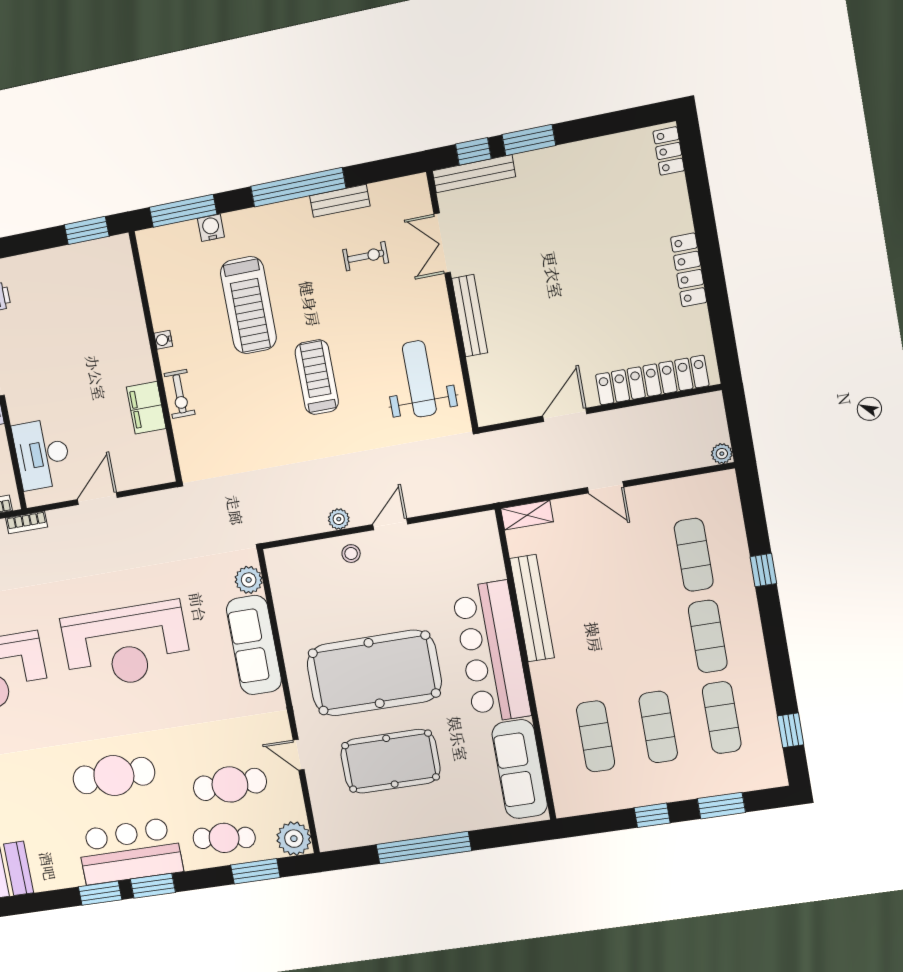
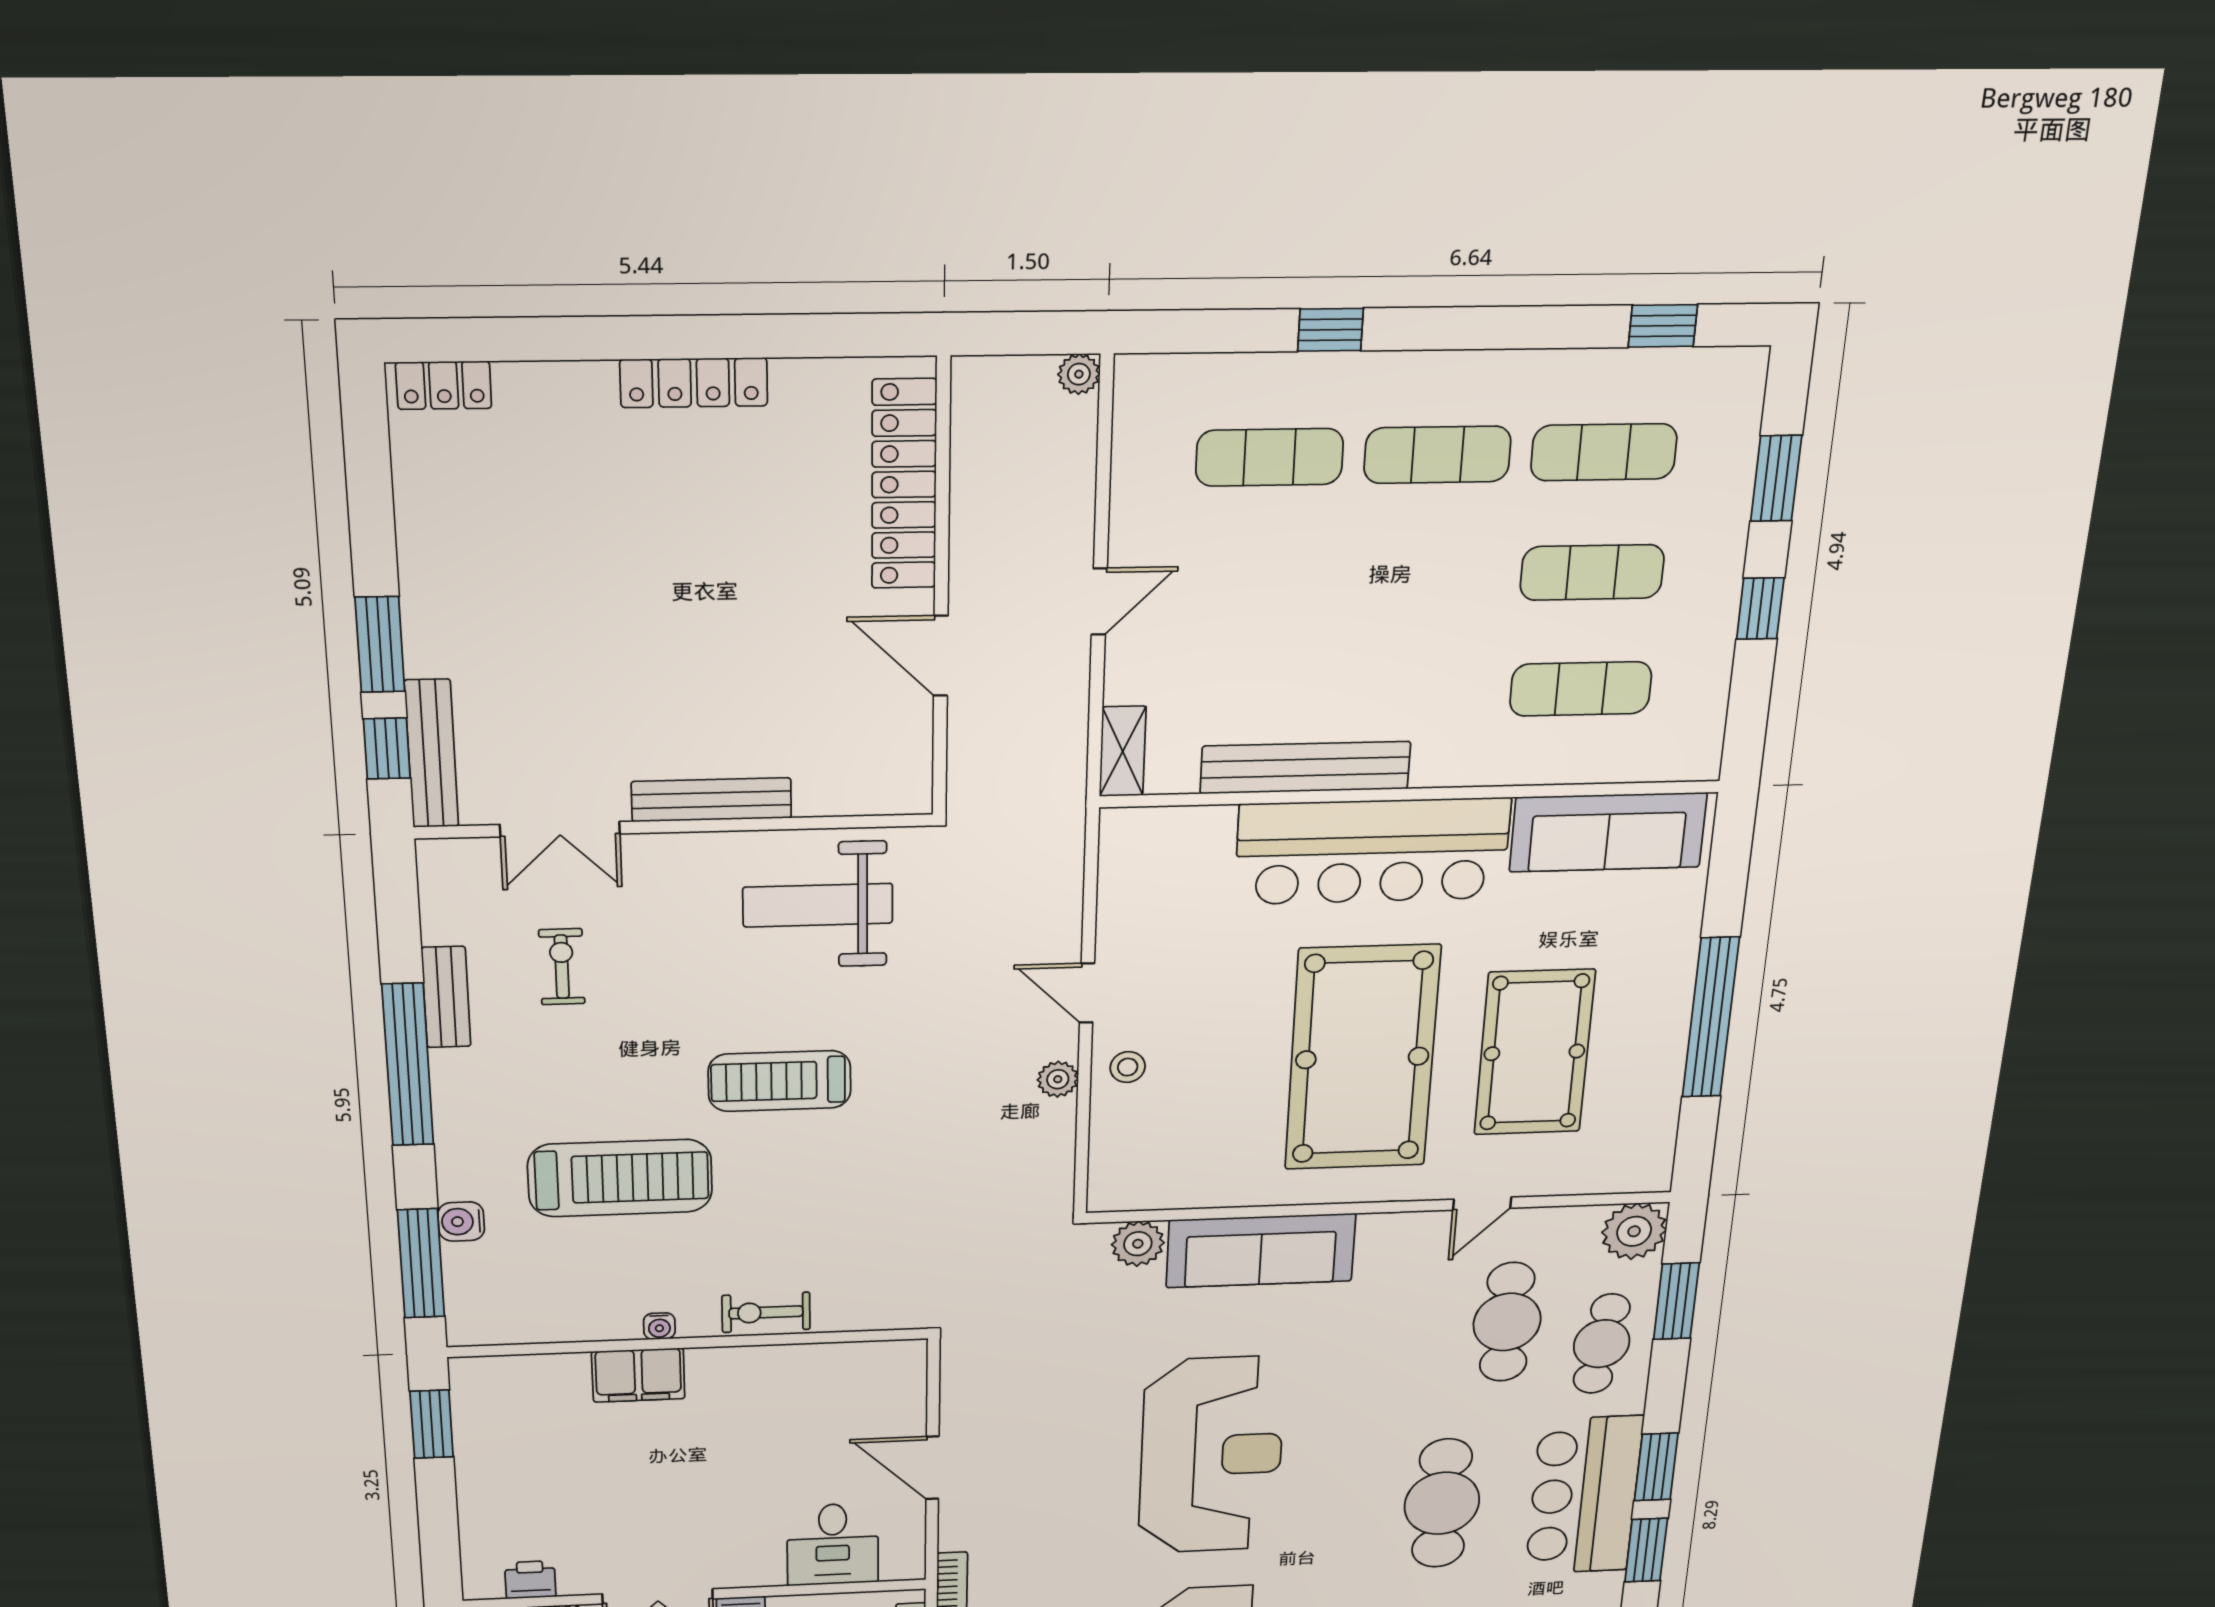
exercise bike: (180, 394) -> (766, 1312), turned 180
filing cabinet: (146, 408) -> (638, 1375), moved
desk: (42, 454) -> (833, 1544), width x0.73

